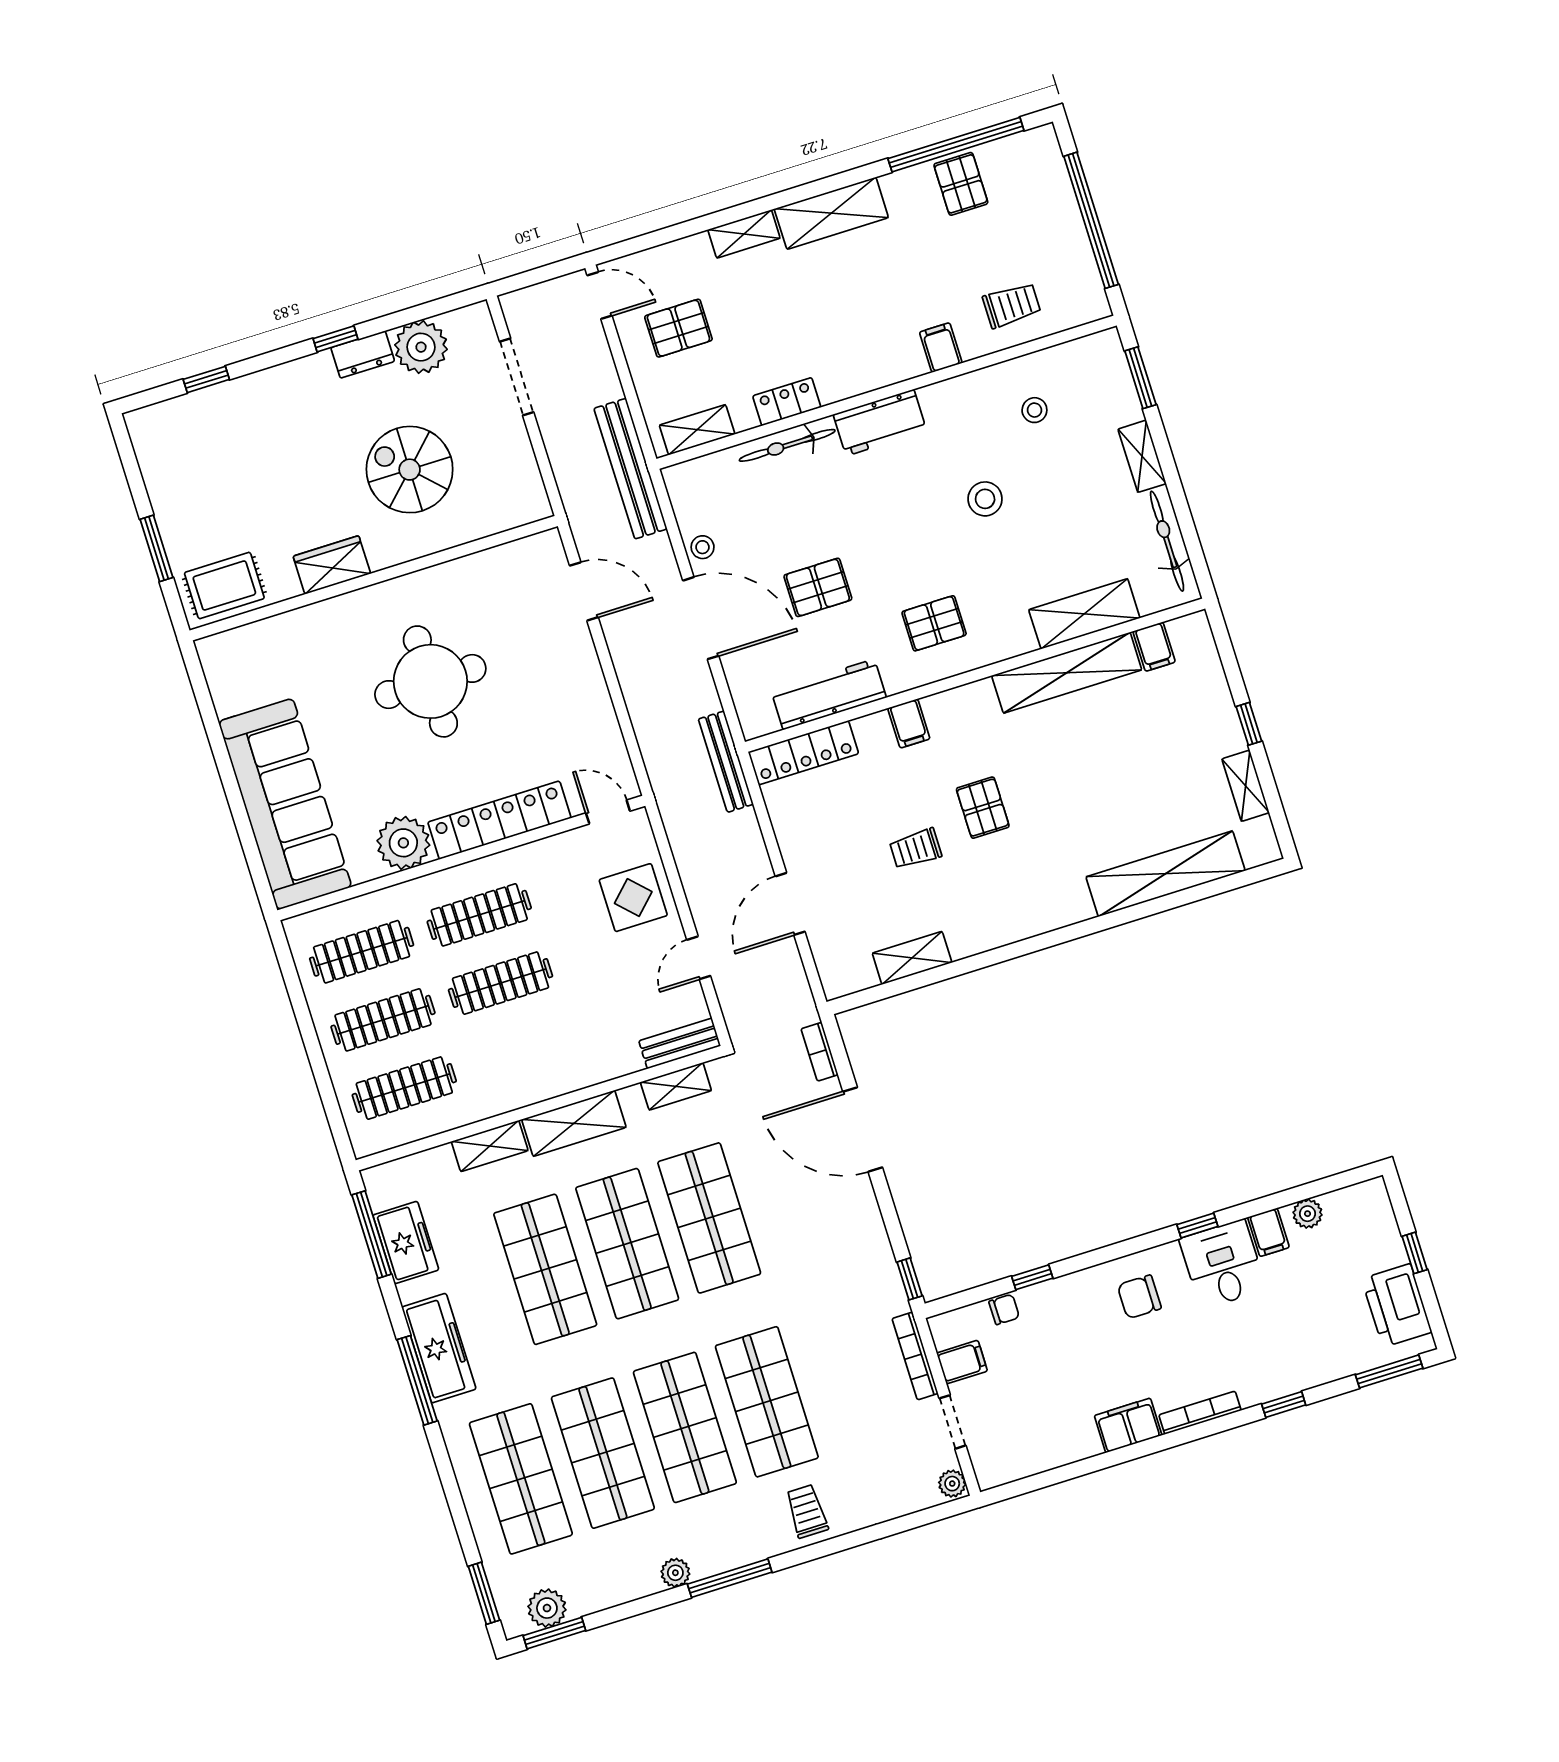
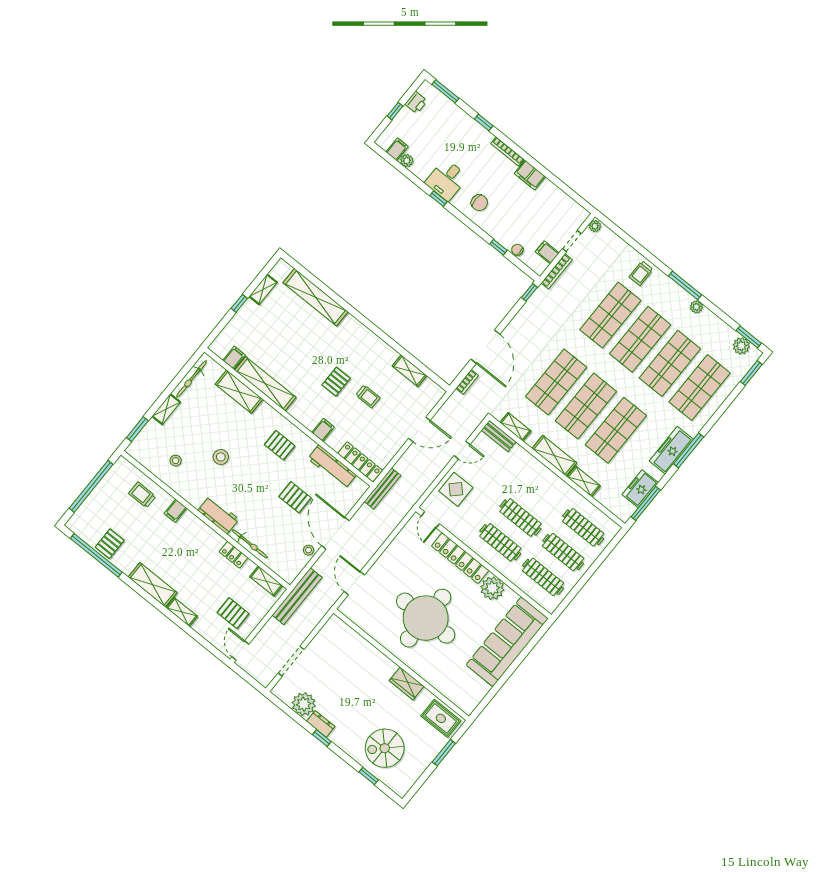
spiral stairs: (410, 470) -> (385, 748), moved, turned 90
round table: (430, 681) -> (426, 618), width x1.36, depth x1.36
filing cabinet: (1268, 1232) -> (397, 149), moved
printer: (1397, 1305) -> (416, 102), width x0.53, depth x0.68

